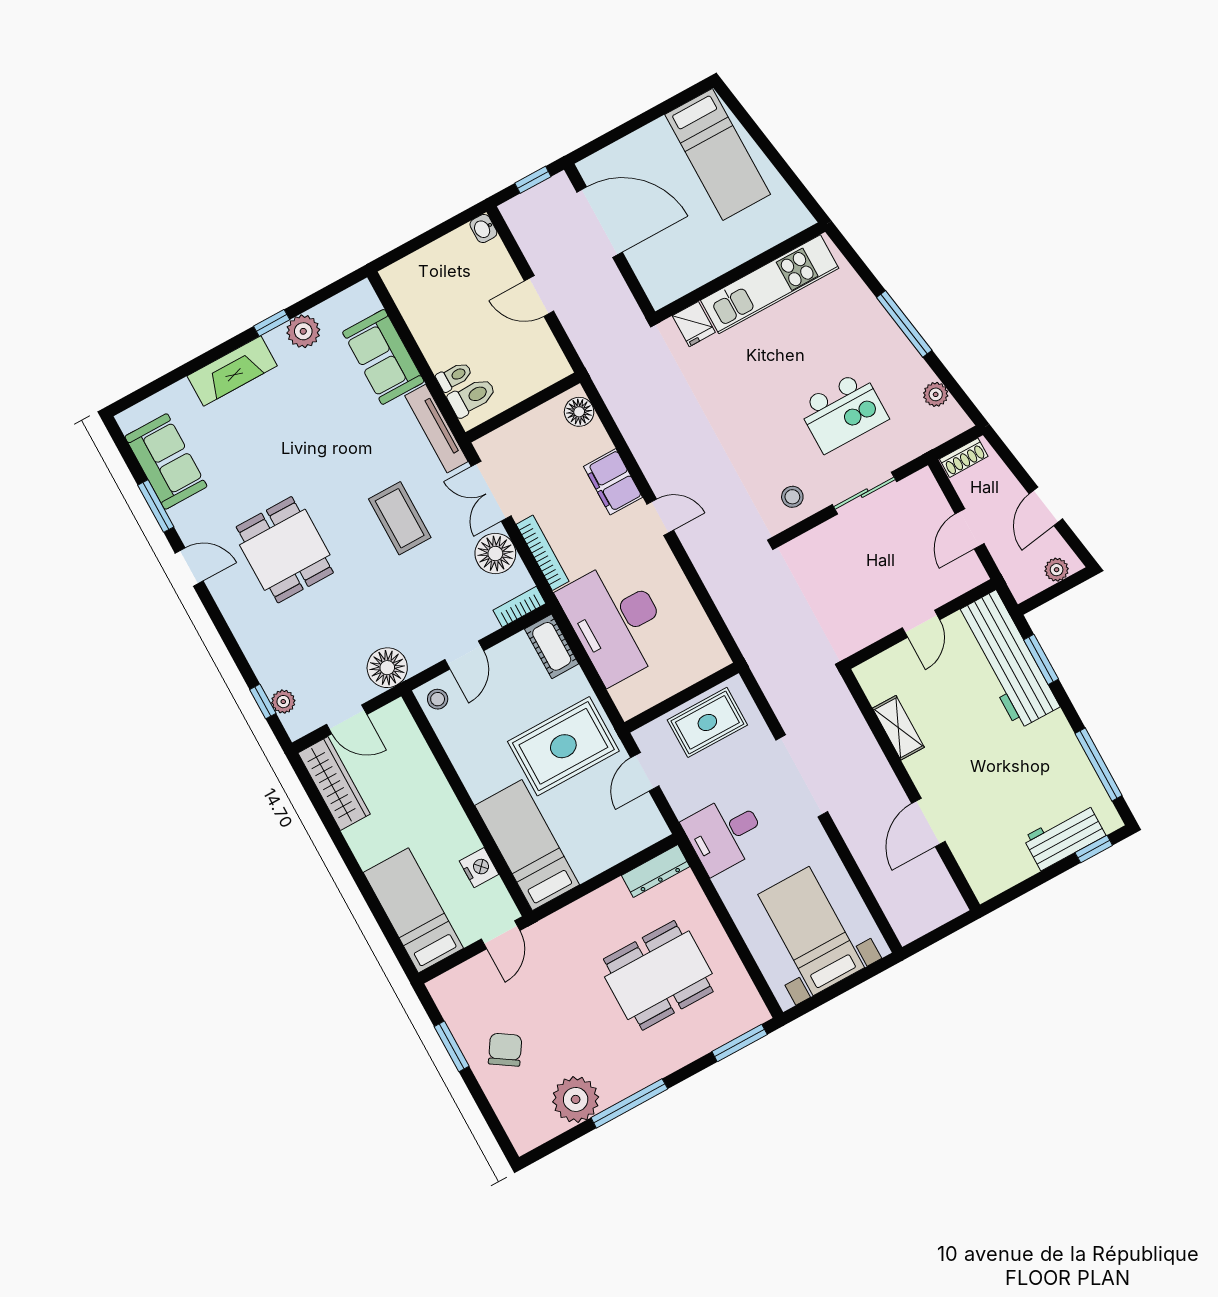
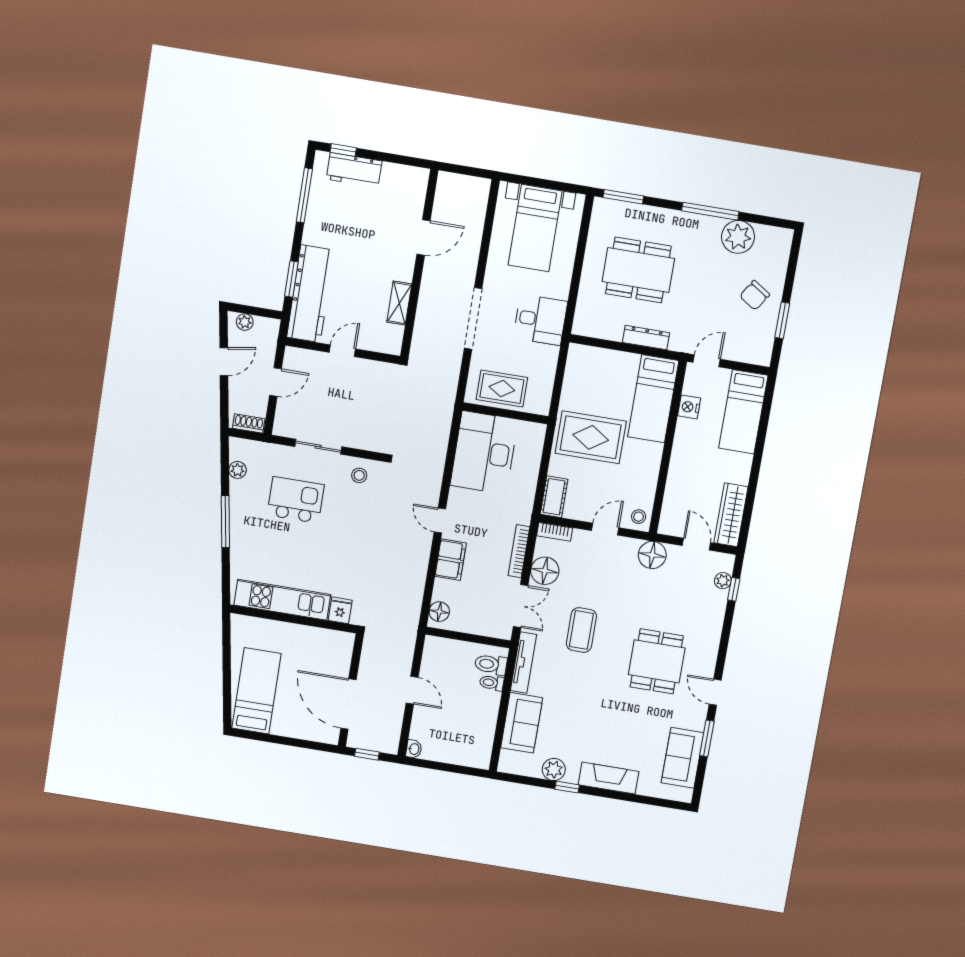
desk: (616, 621) -> (484, 453), moved, turned 180
door: (645, 772) -> (557, 388), removed
dresser: (656, 871) -> (646, 338), moved

